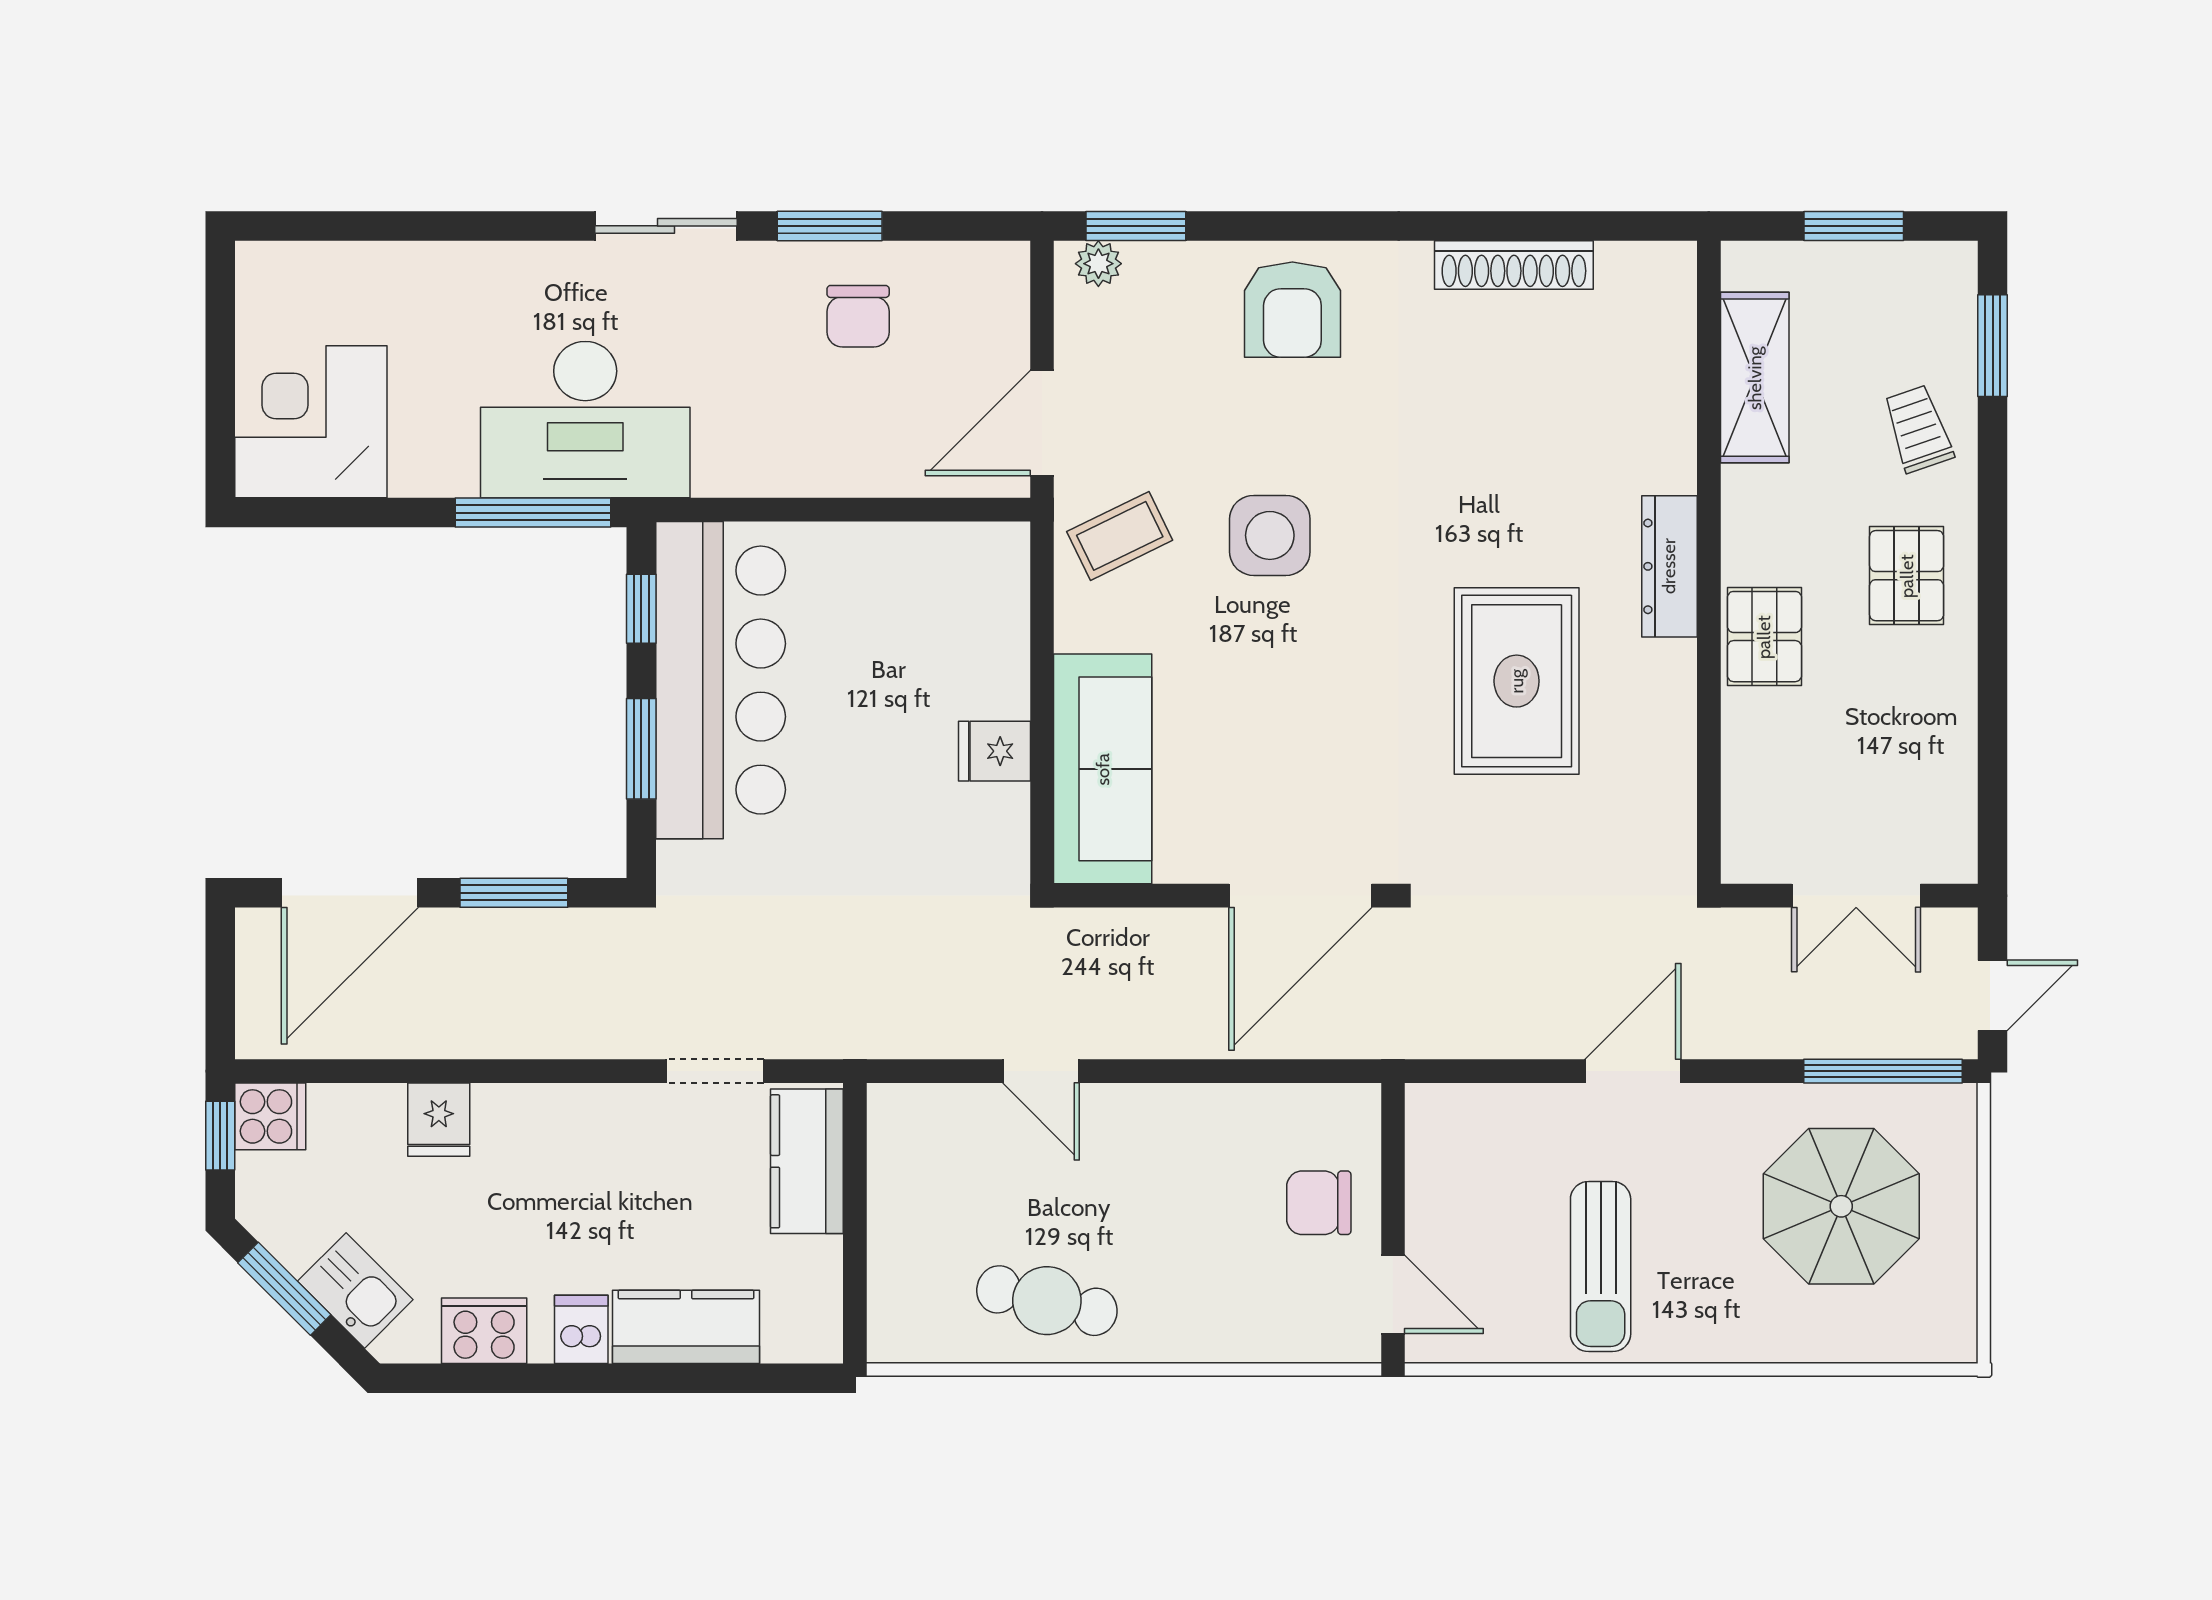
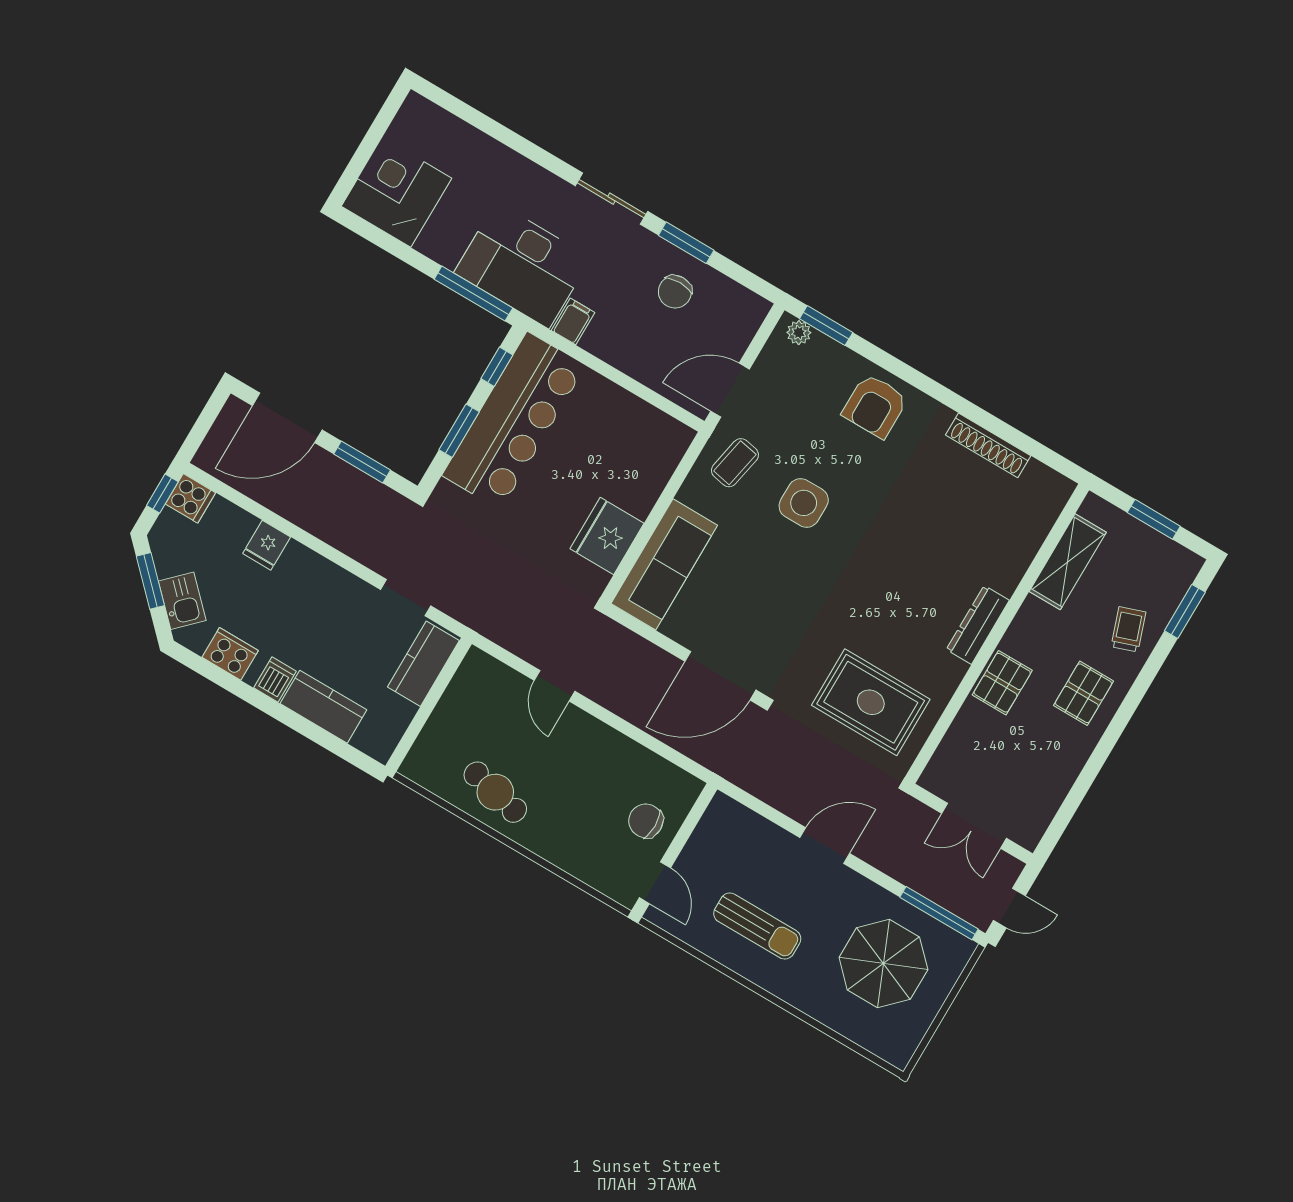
filing cabinet: (721, 462) -> (573, 321), added
coffee table: (1120, 536) -> (735, 463), turned -53
rug: (1517, 681) -> (871, 702), moved, turned 90
fridge: (994, 751) -> (607, 536), width x1.88, depth x1.34
sun lounger: (1601, 1267) -> (757, 926), turned -90

